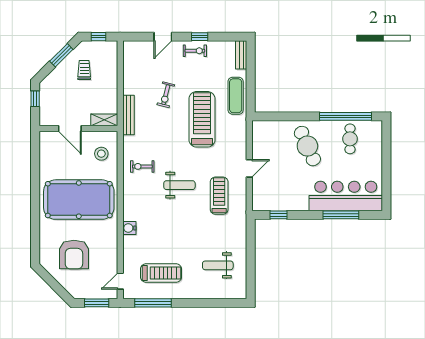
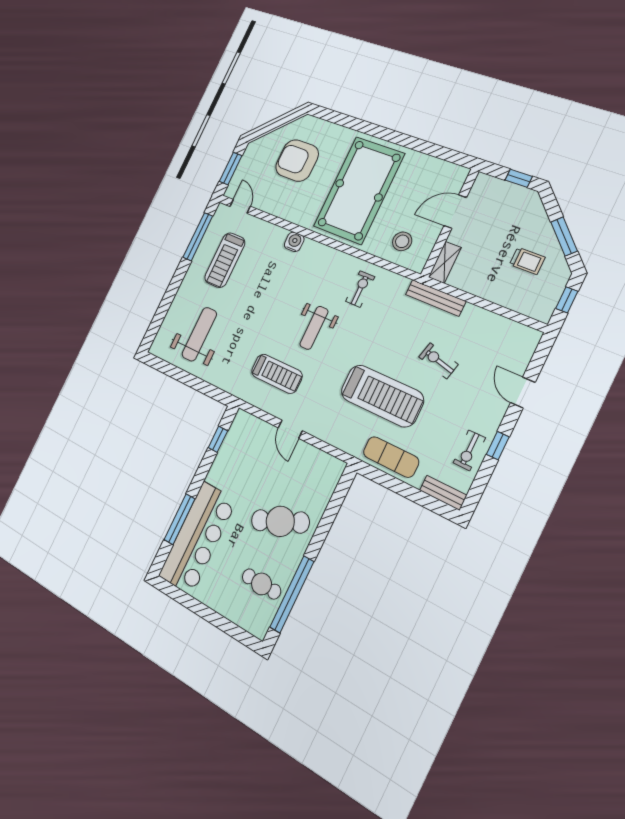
exercise bike: (195, 51) -> (469, 450), moved
weight bench: (218, 265) -> (199, 334), width x1.36, depth x1.33

